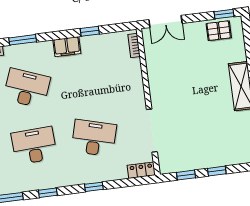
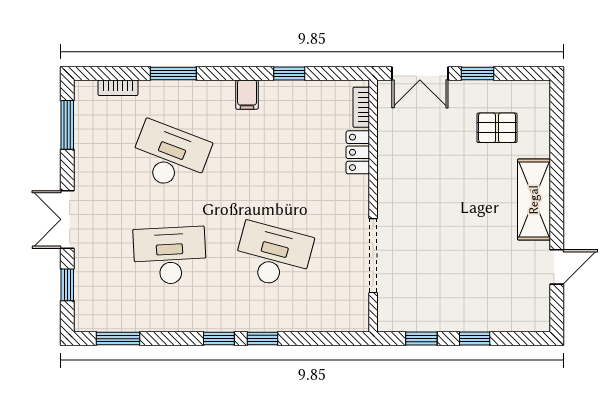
window: (224, 14) -> (478, 73), moved
pallet: (219, 31) -> (497, 128), moved
filing cabinet: (67, 47) -> (247, 95), width x0.50
locker: (141, 170) -> (358, 152), moved, turned -90
window: (48, 193) -> (219, 339), moved

